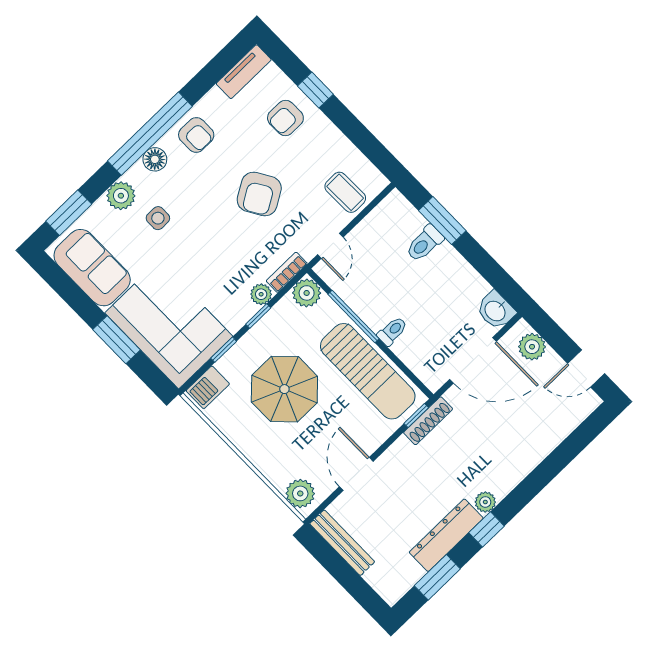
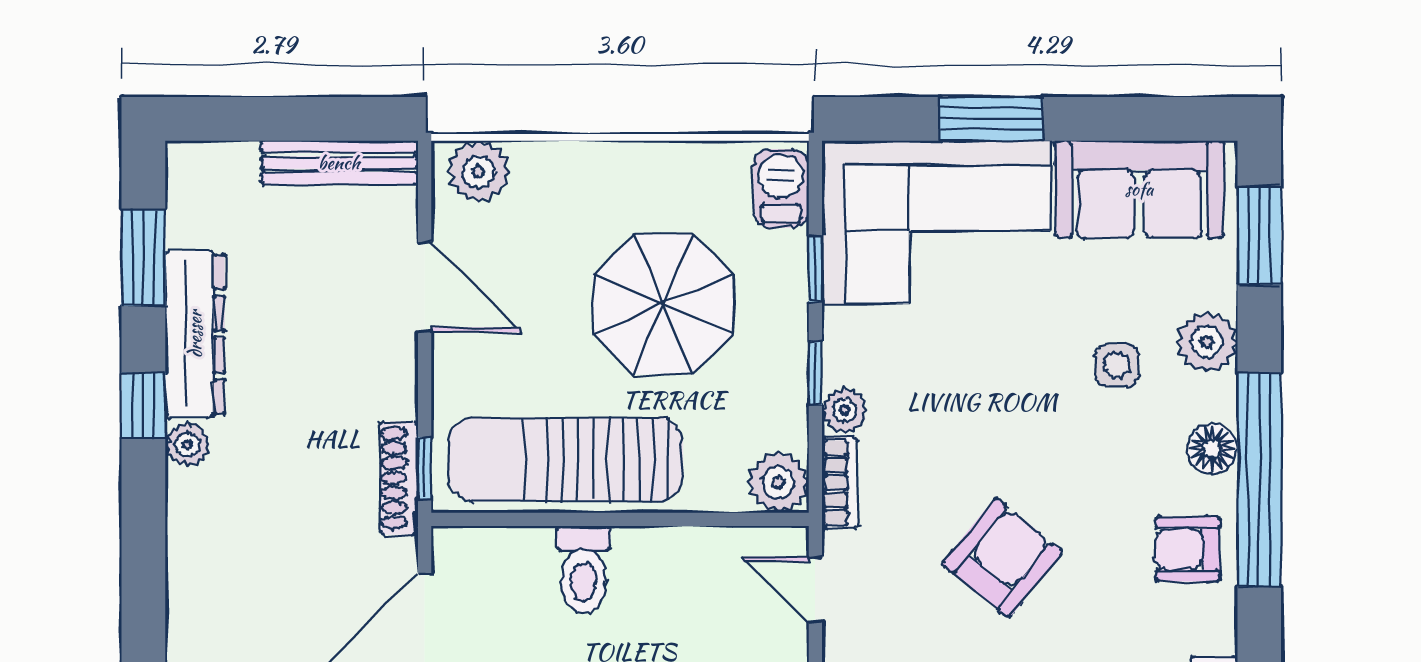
armchair: (259, 194) -> (1002, 558), turned 70
window: (353, 317) -> (672, 519), removed
toilet: (392, 331) -> (584, 570), width x1.37, depth x1.39

